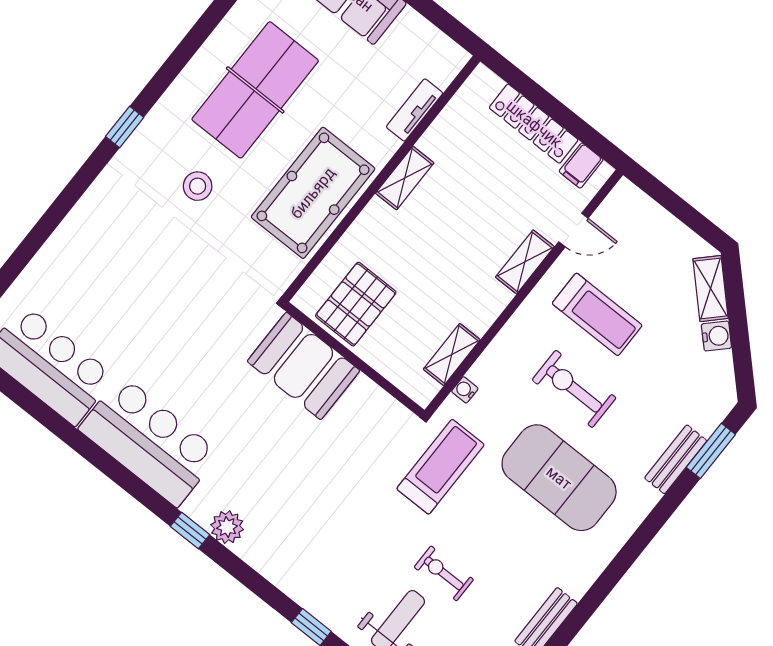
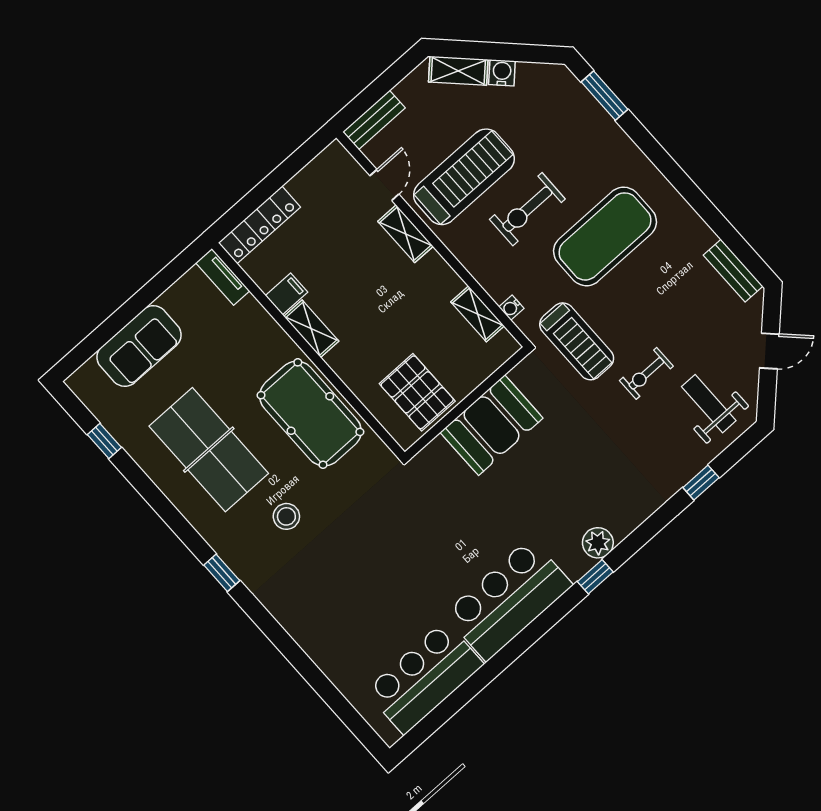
tv unit: (415, 110) -> (223, 277), moved
locker: (534, 124) -> (259, 225), moved
filing cabinet: (581, 166) -> (286, 294), moved, turned -90
treadmill: (597, 314) -> (464, 177), width x1.37, depth x1.38
booth: (303, 366) -> (492, 425), moved
bench: (676, 459) -> (374, 120), moved, turned 90
treadmill: (440, 467) -> (577, 341), turned 180
exercise bike: (444, 573) -> (646, 373), moved

